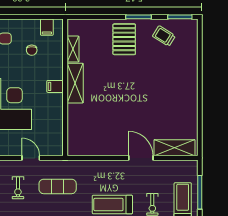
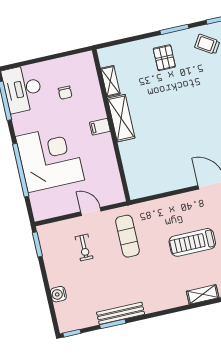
filing cabinet: (47, 27) -> (76, 64), removed
pallet: (124, 39) -> (164, 58), width x0.67, depth x0.71
exercise mat: (58, 186) -> (127, 236), turned 90

